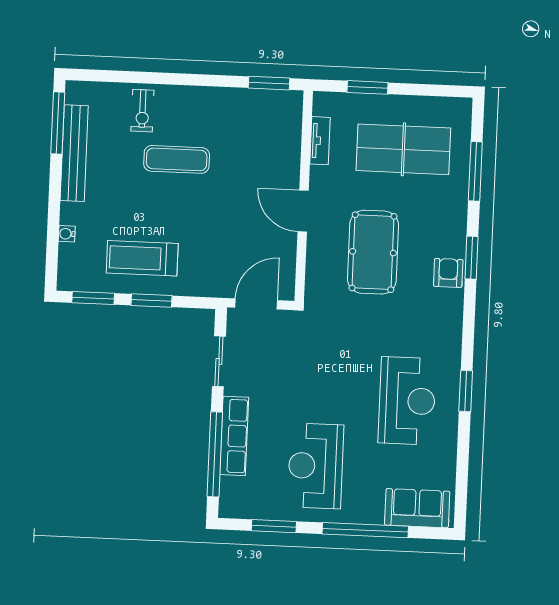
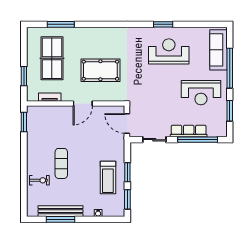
window: (58, 123) -> (61, 219), moved
window: (472, 258) -> (101, 24), removed
armchair: (448, 273) -> (109, 35), removed
sofa: (417, 508) -> (219, 50), width x1.36

